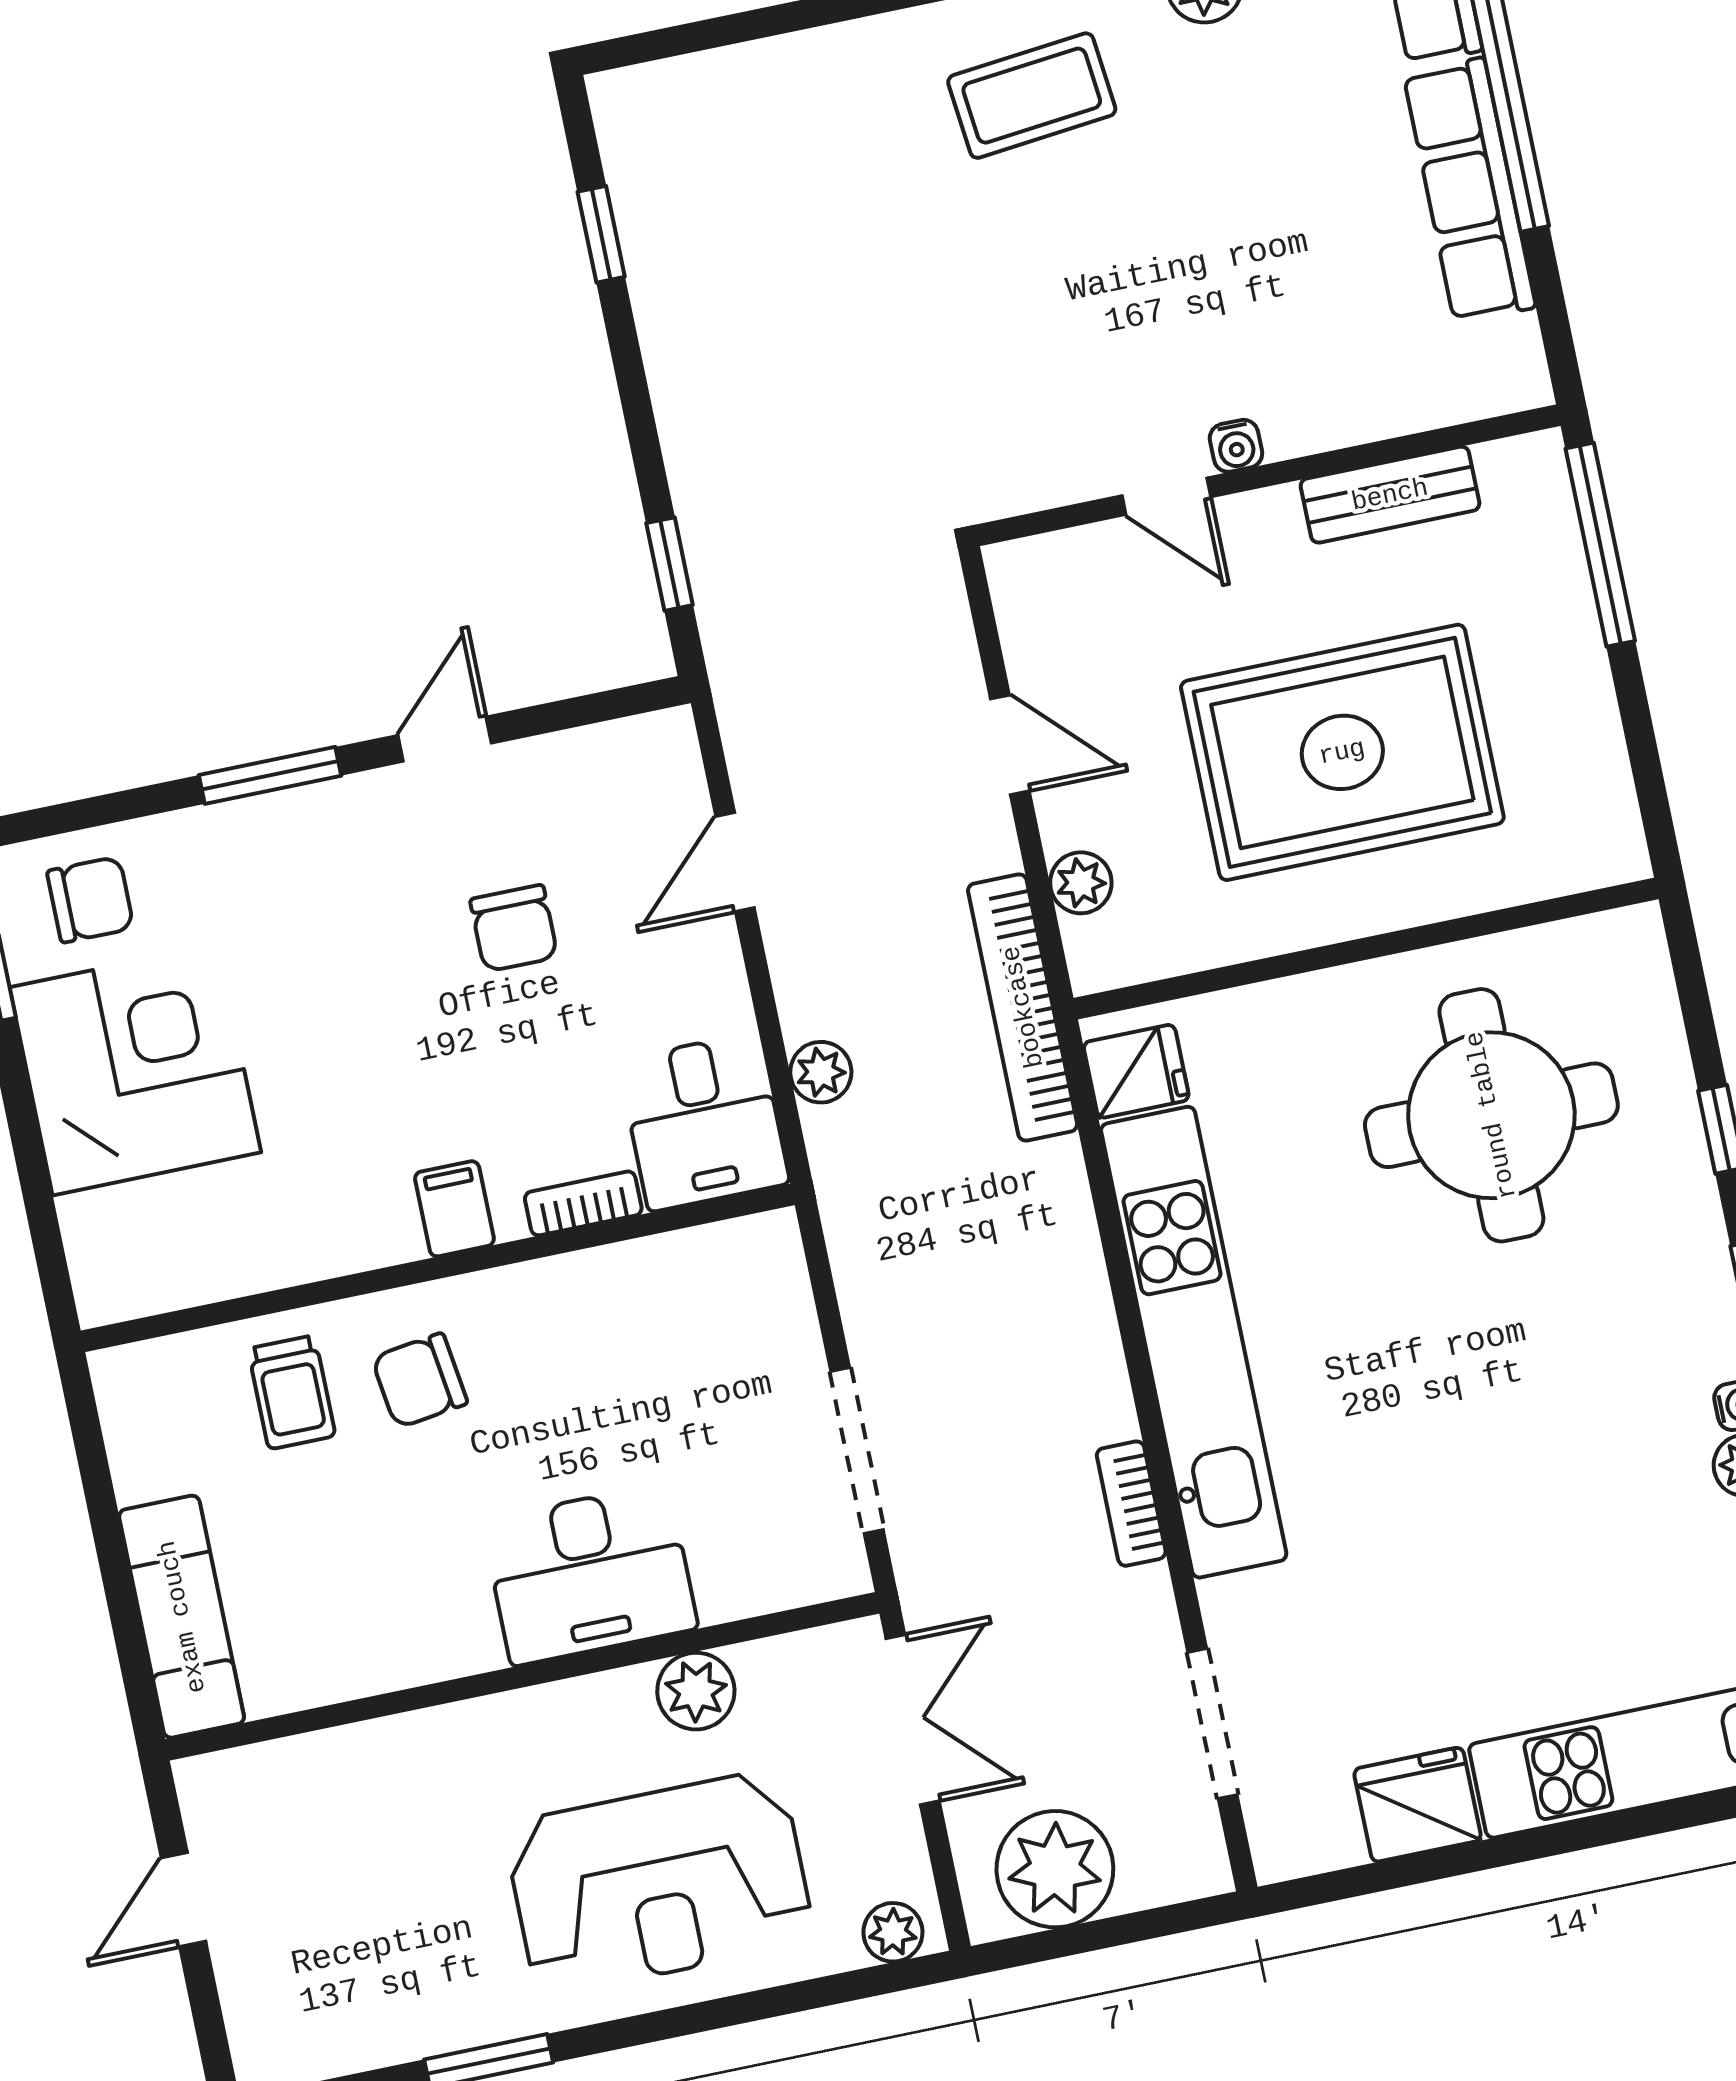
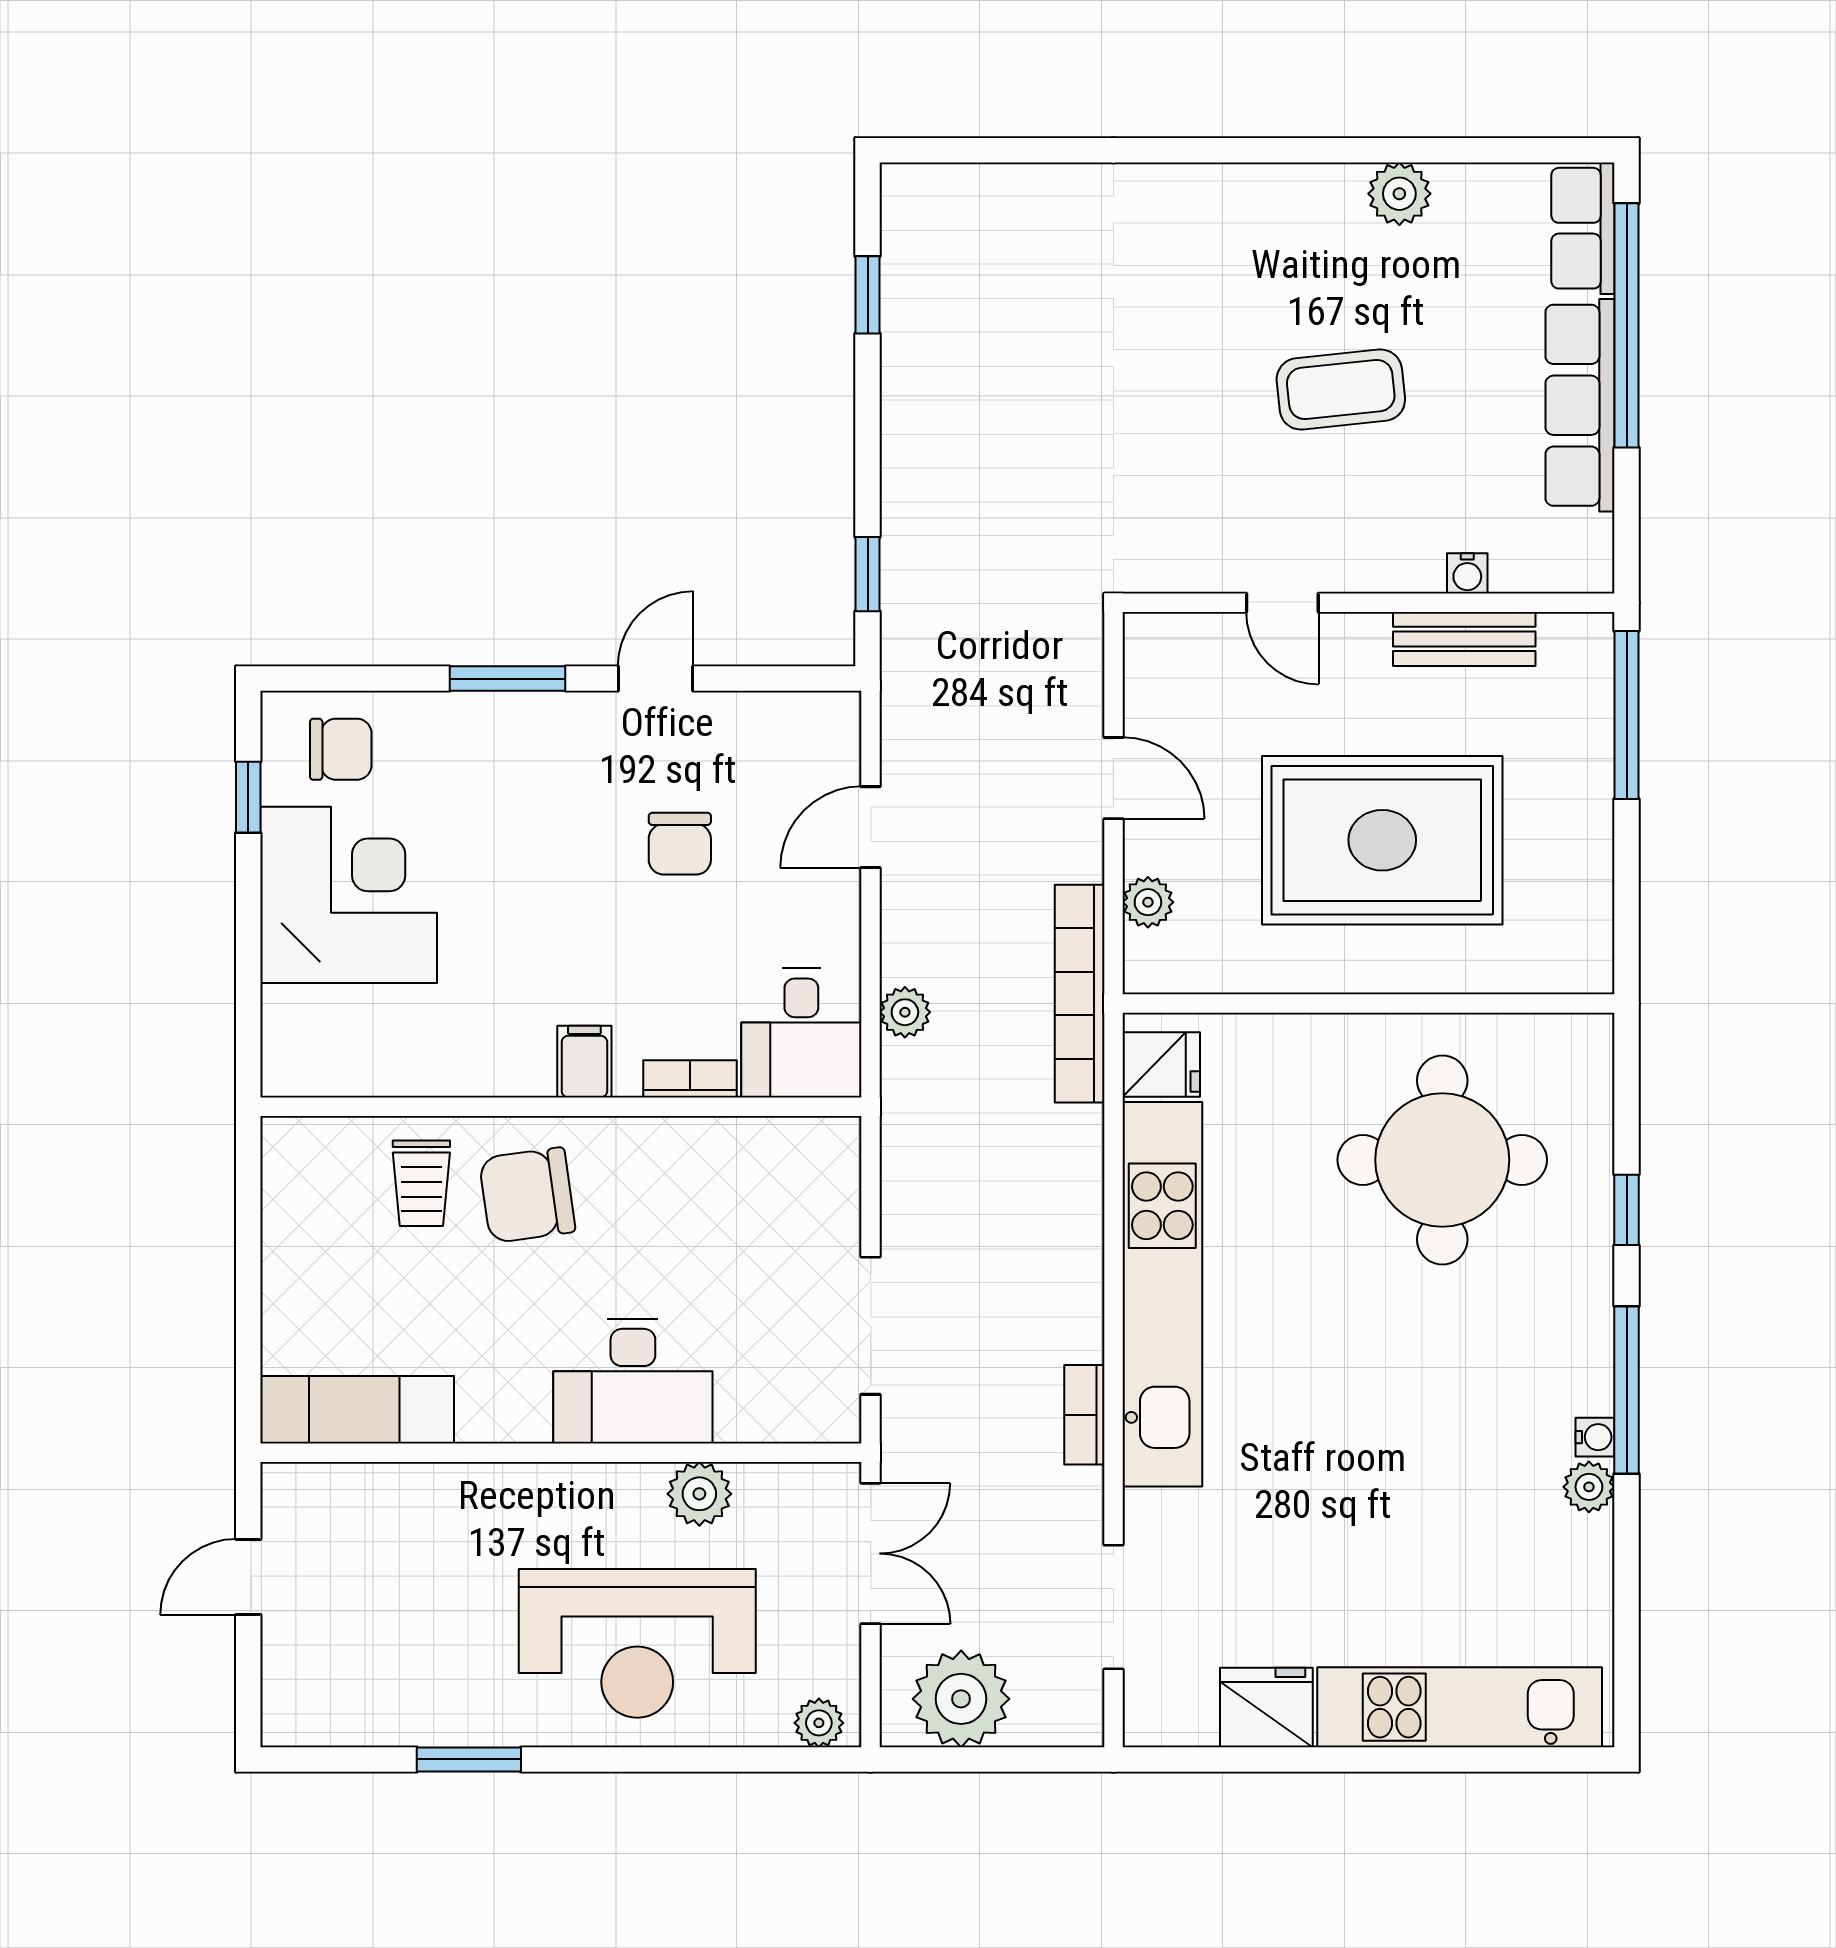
coffee table: (1032, 96) -> (1341, 390), moved
water cooler: (1236, 446) -> (1467, 573), moved
chair: (420, 1380) -> (527, 1195), width x1.37, depth x1.37
exam couch: (182, 1617) -> (357, 1410), moved, turned -90

